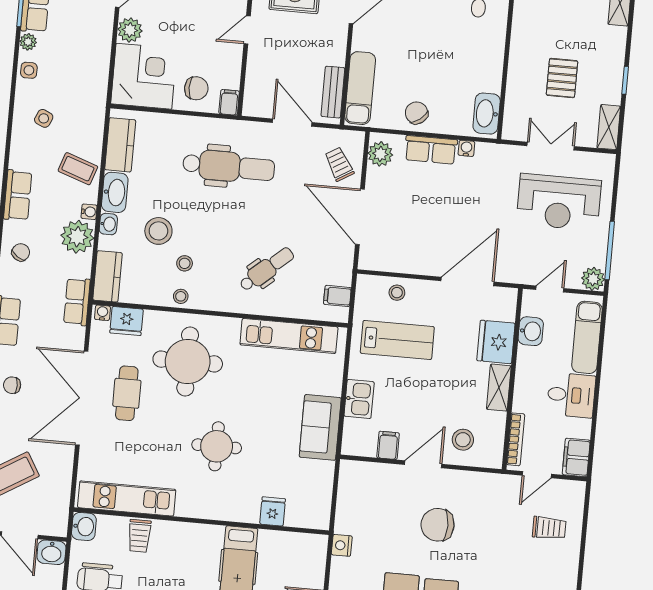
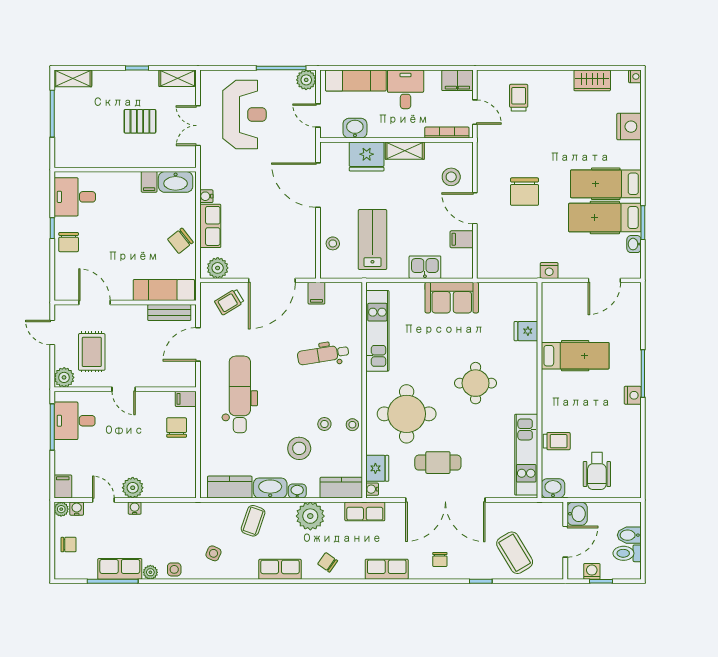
corner desk: (144, 76) -> (170, 472), removed
filing cabinet: (489, 82) -> (149, 182), added
water cooler: (89, 212) -> (135, 508), moved
dental chair: (267, 269) -> (323, 355), turned -58
filing cabinet: (337, 296) -> (316, 293), moved

